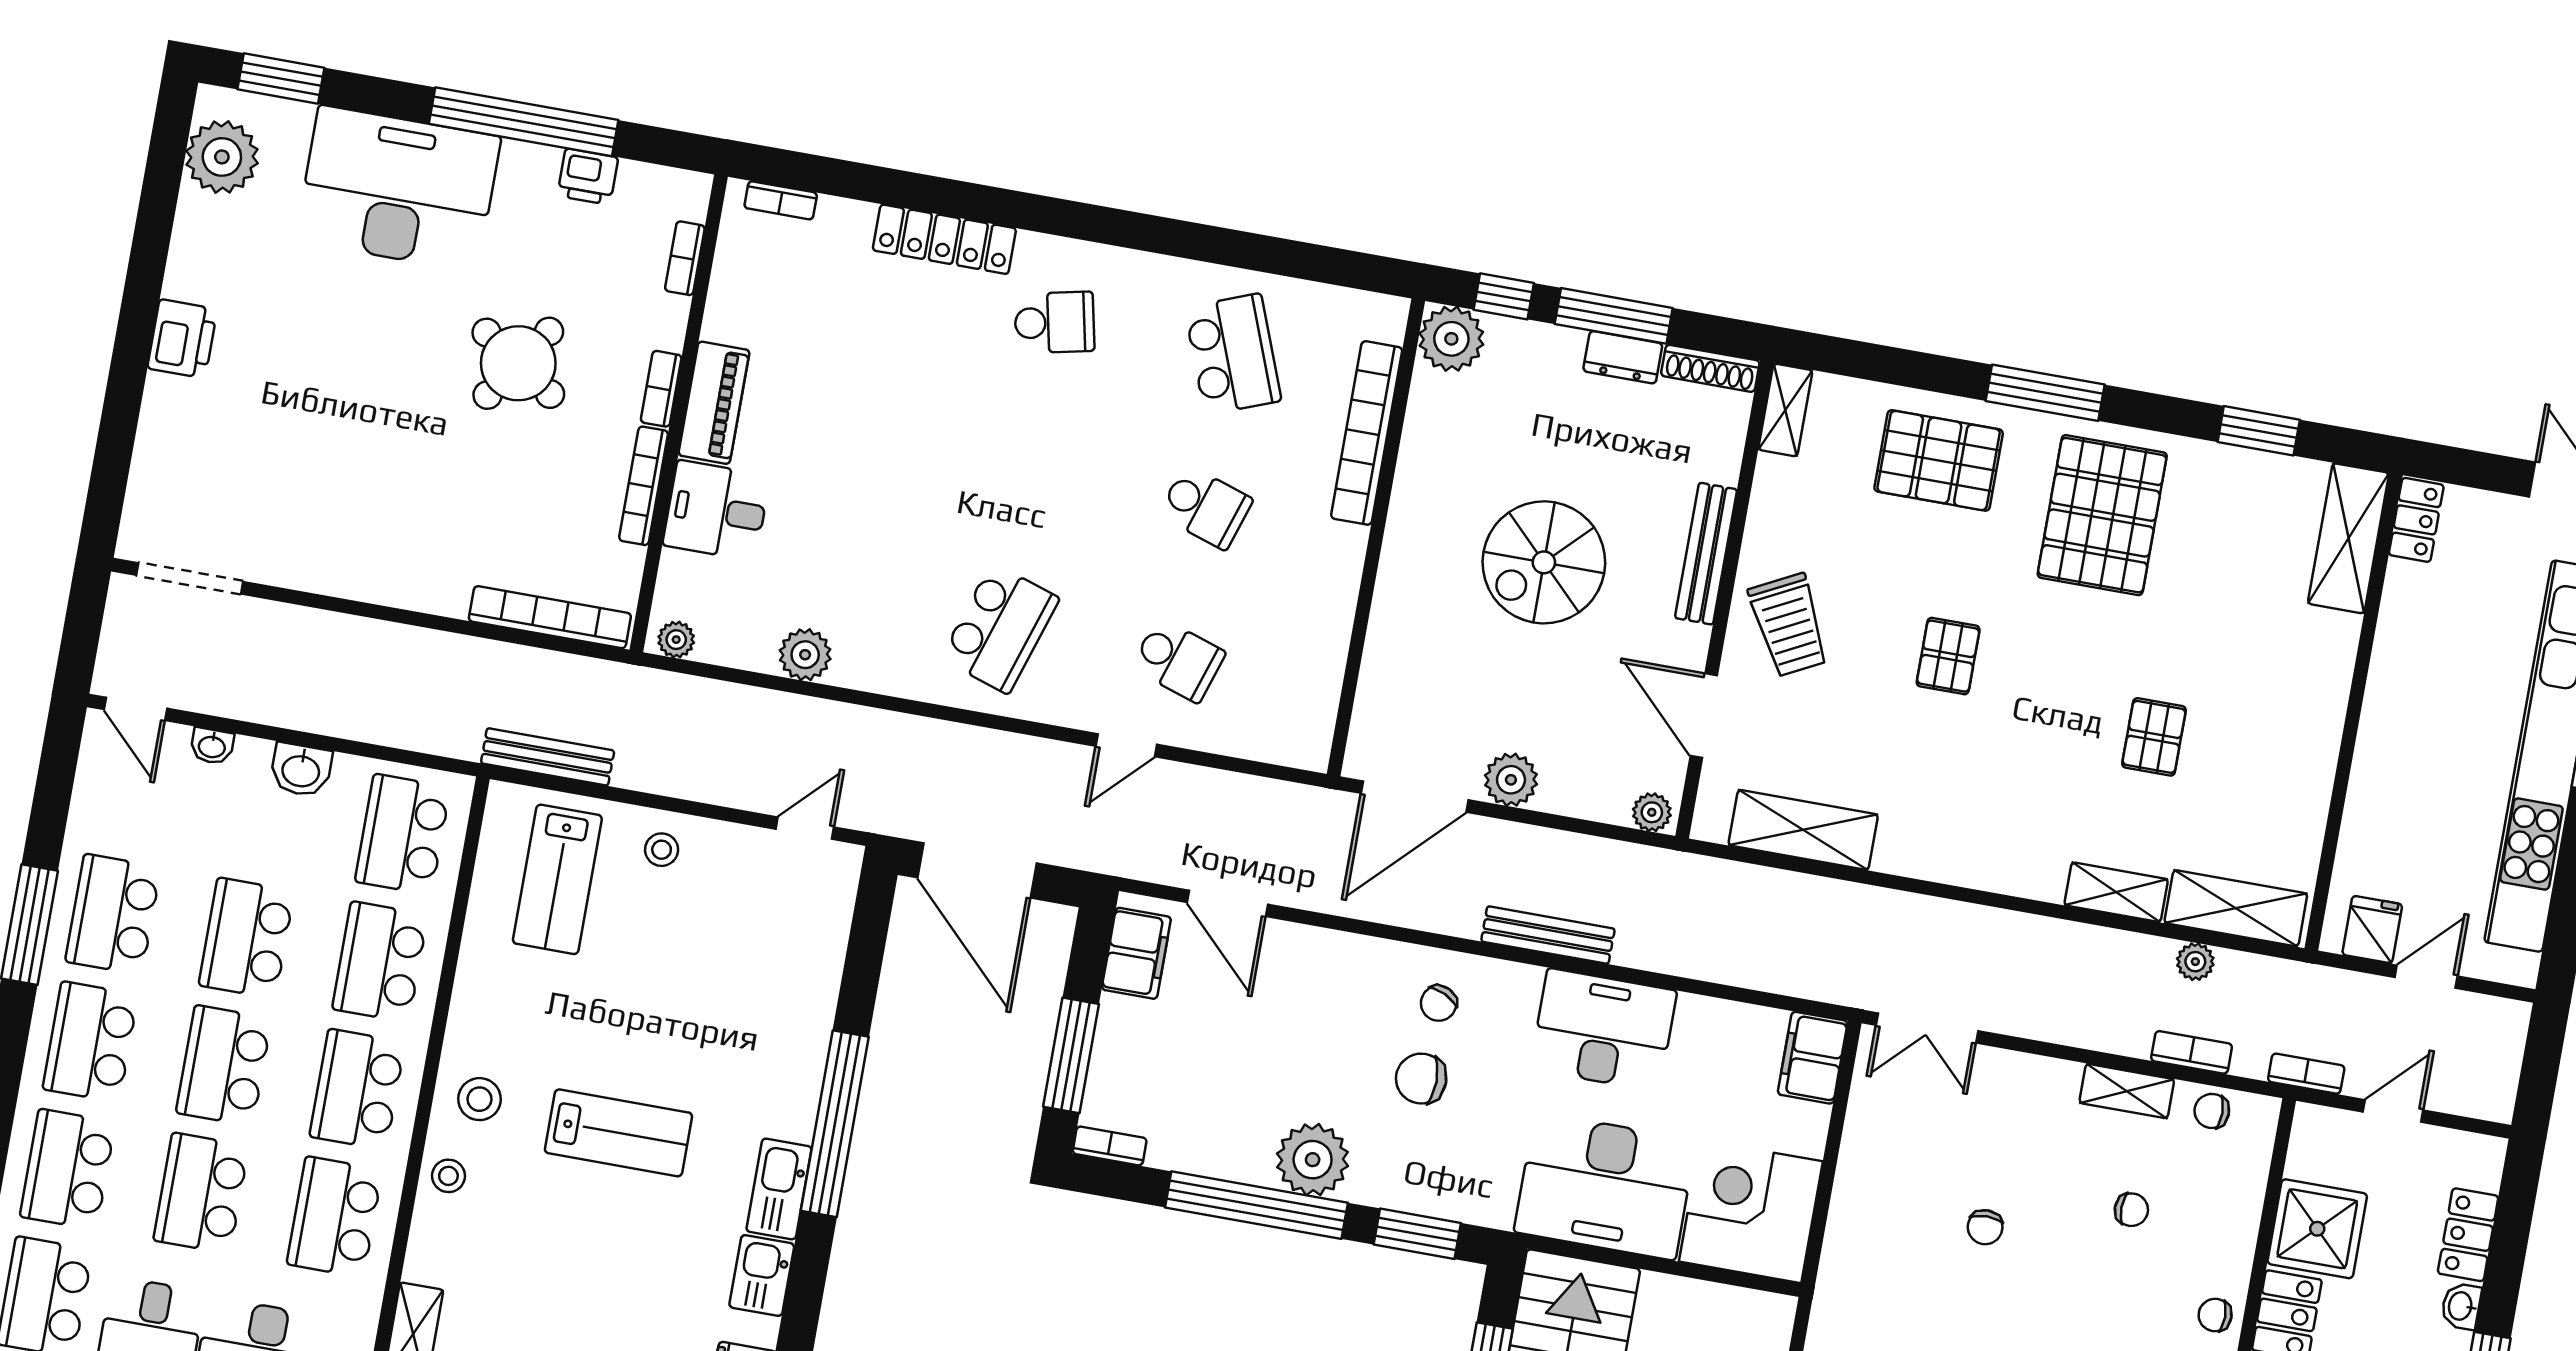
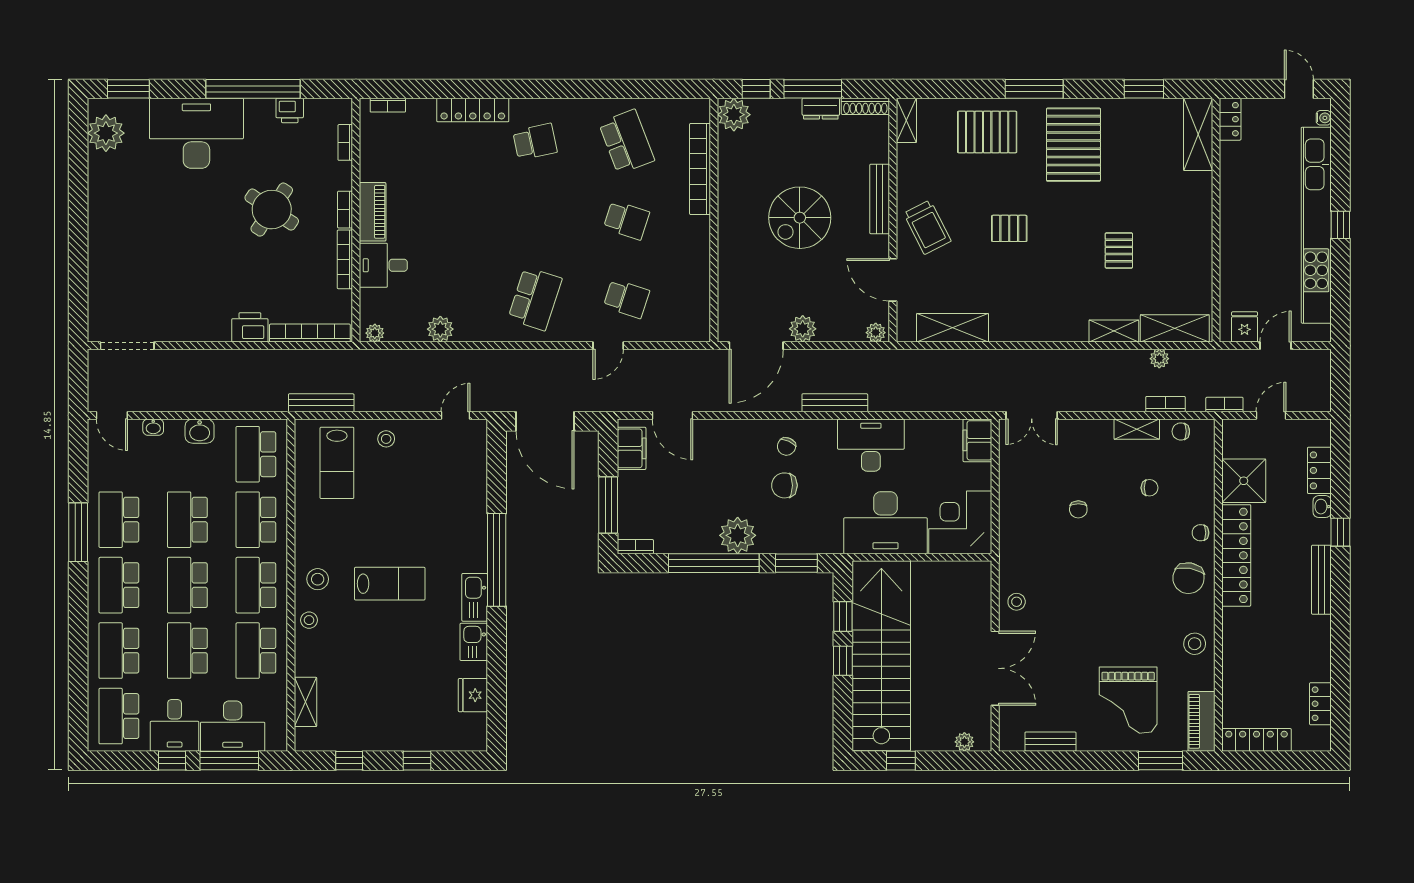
printer: (182, 339) -> (250, 327), moved, turned -90
pallet: (1948, 656) -> (1009, 228), turned 90

